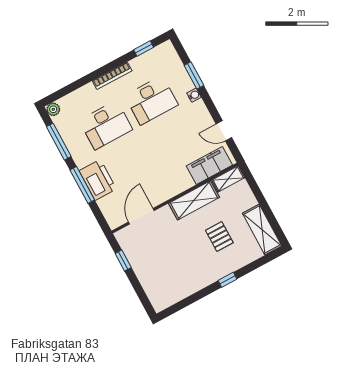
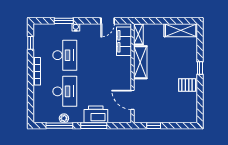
plant: (53, 109) -> (64, 118), moved
pallet: (219, 237) -> (187, 85), moved

